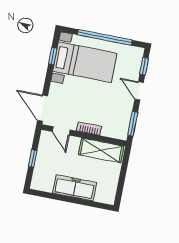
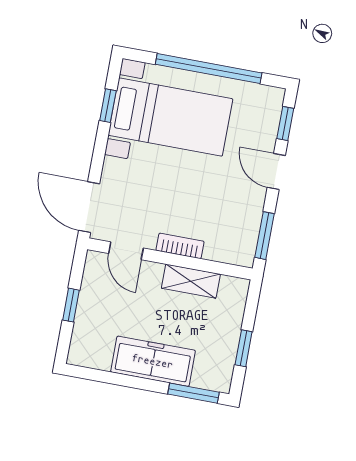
shelving: (101, 150) -> (191, 281), width x0.67, depth x0.75
window: (121, 182) -> (244, 348), added
window: (95, 205) -> (193, 393), added

